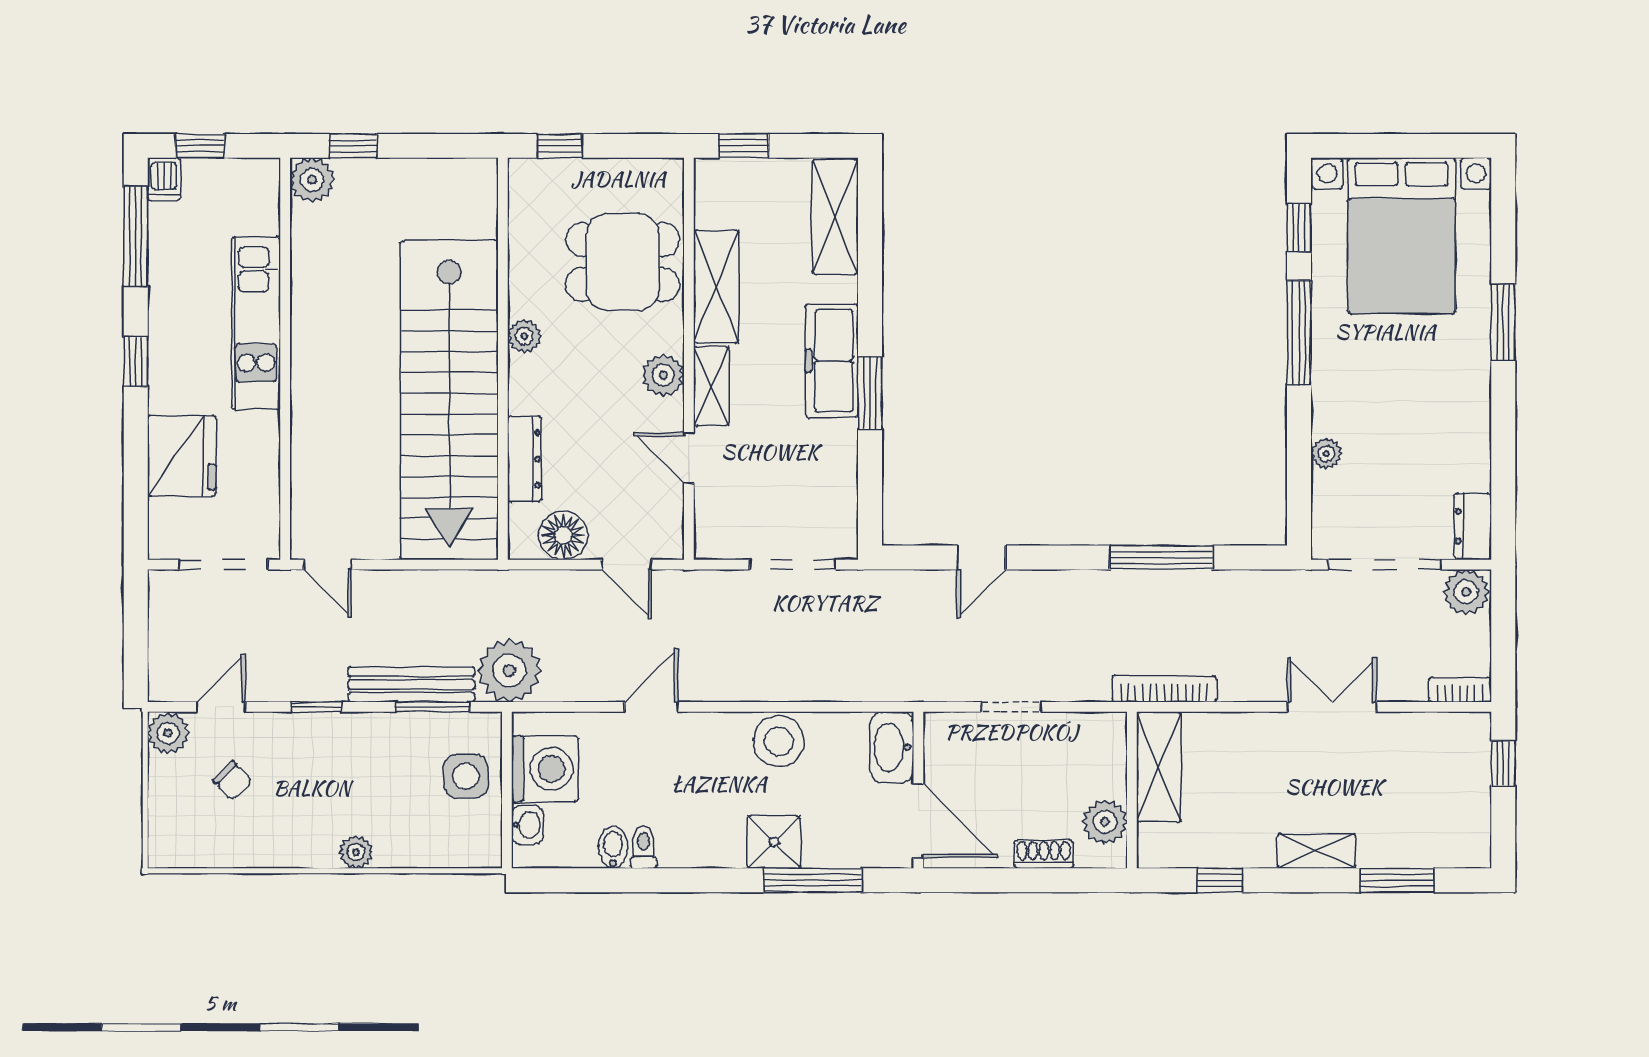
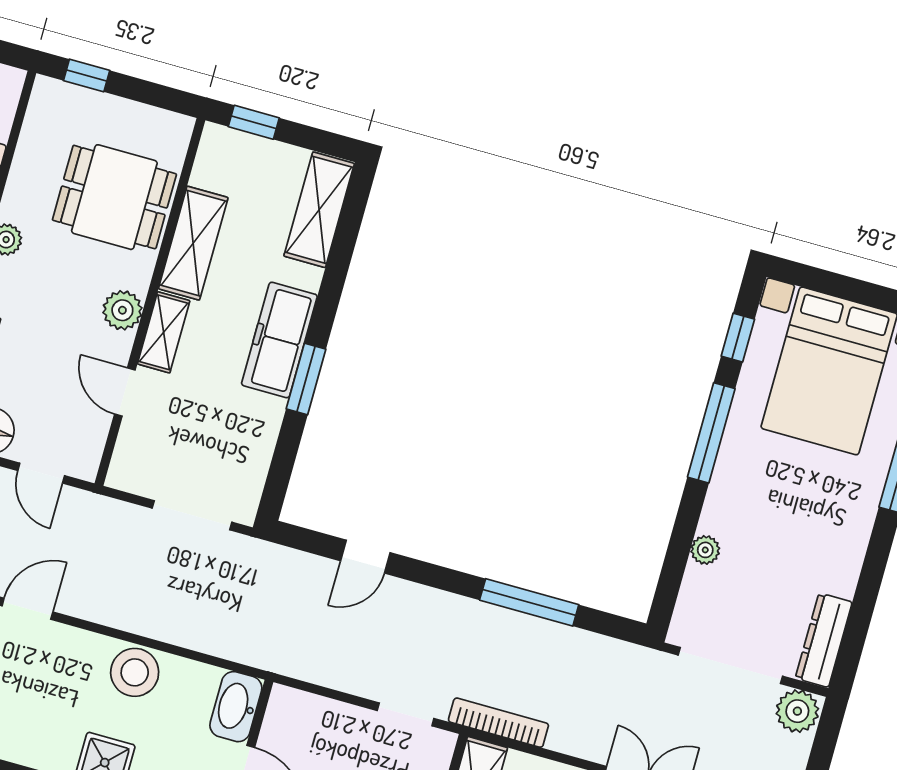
dresser: (1473, 526) -> (824, 640), width x1.44
doorway: (1011, 707) -> (406, 714), moved

